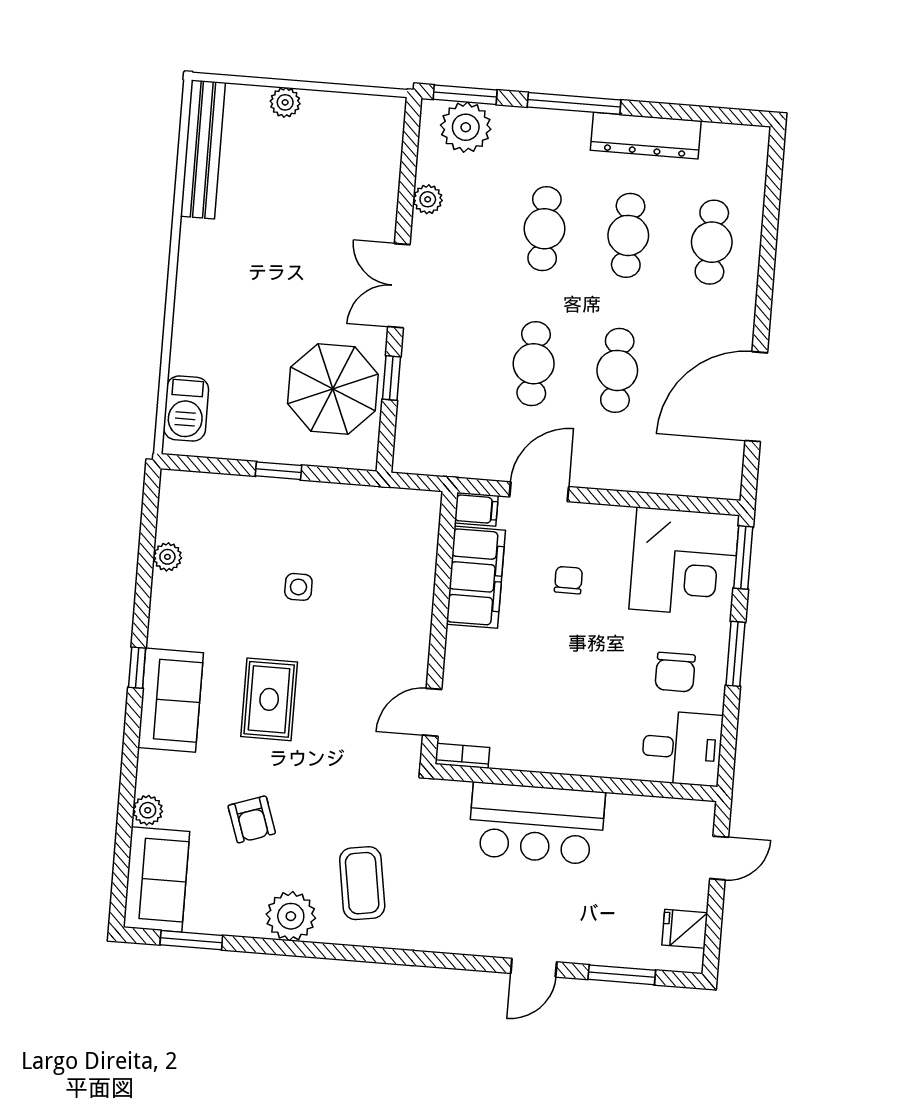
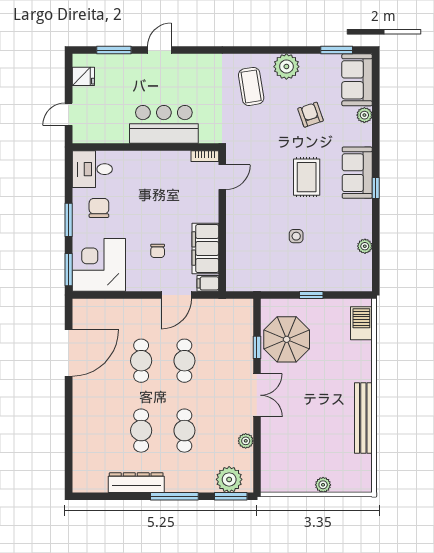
bench: (203, 149) -> (363, 418), moved
cafe table: (712, 242) -> (98, 431), removed

